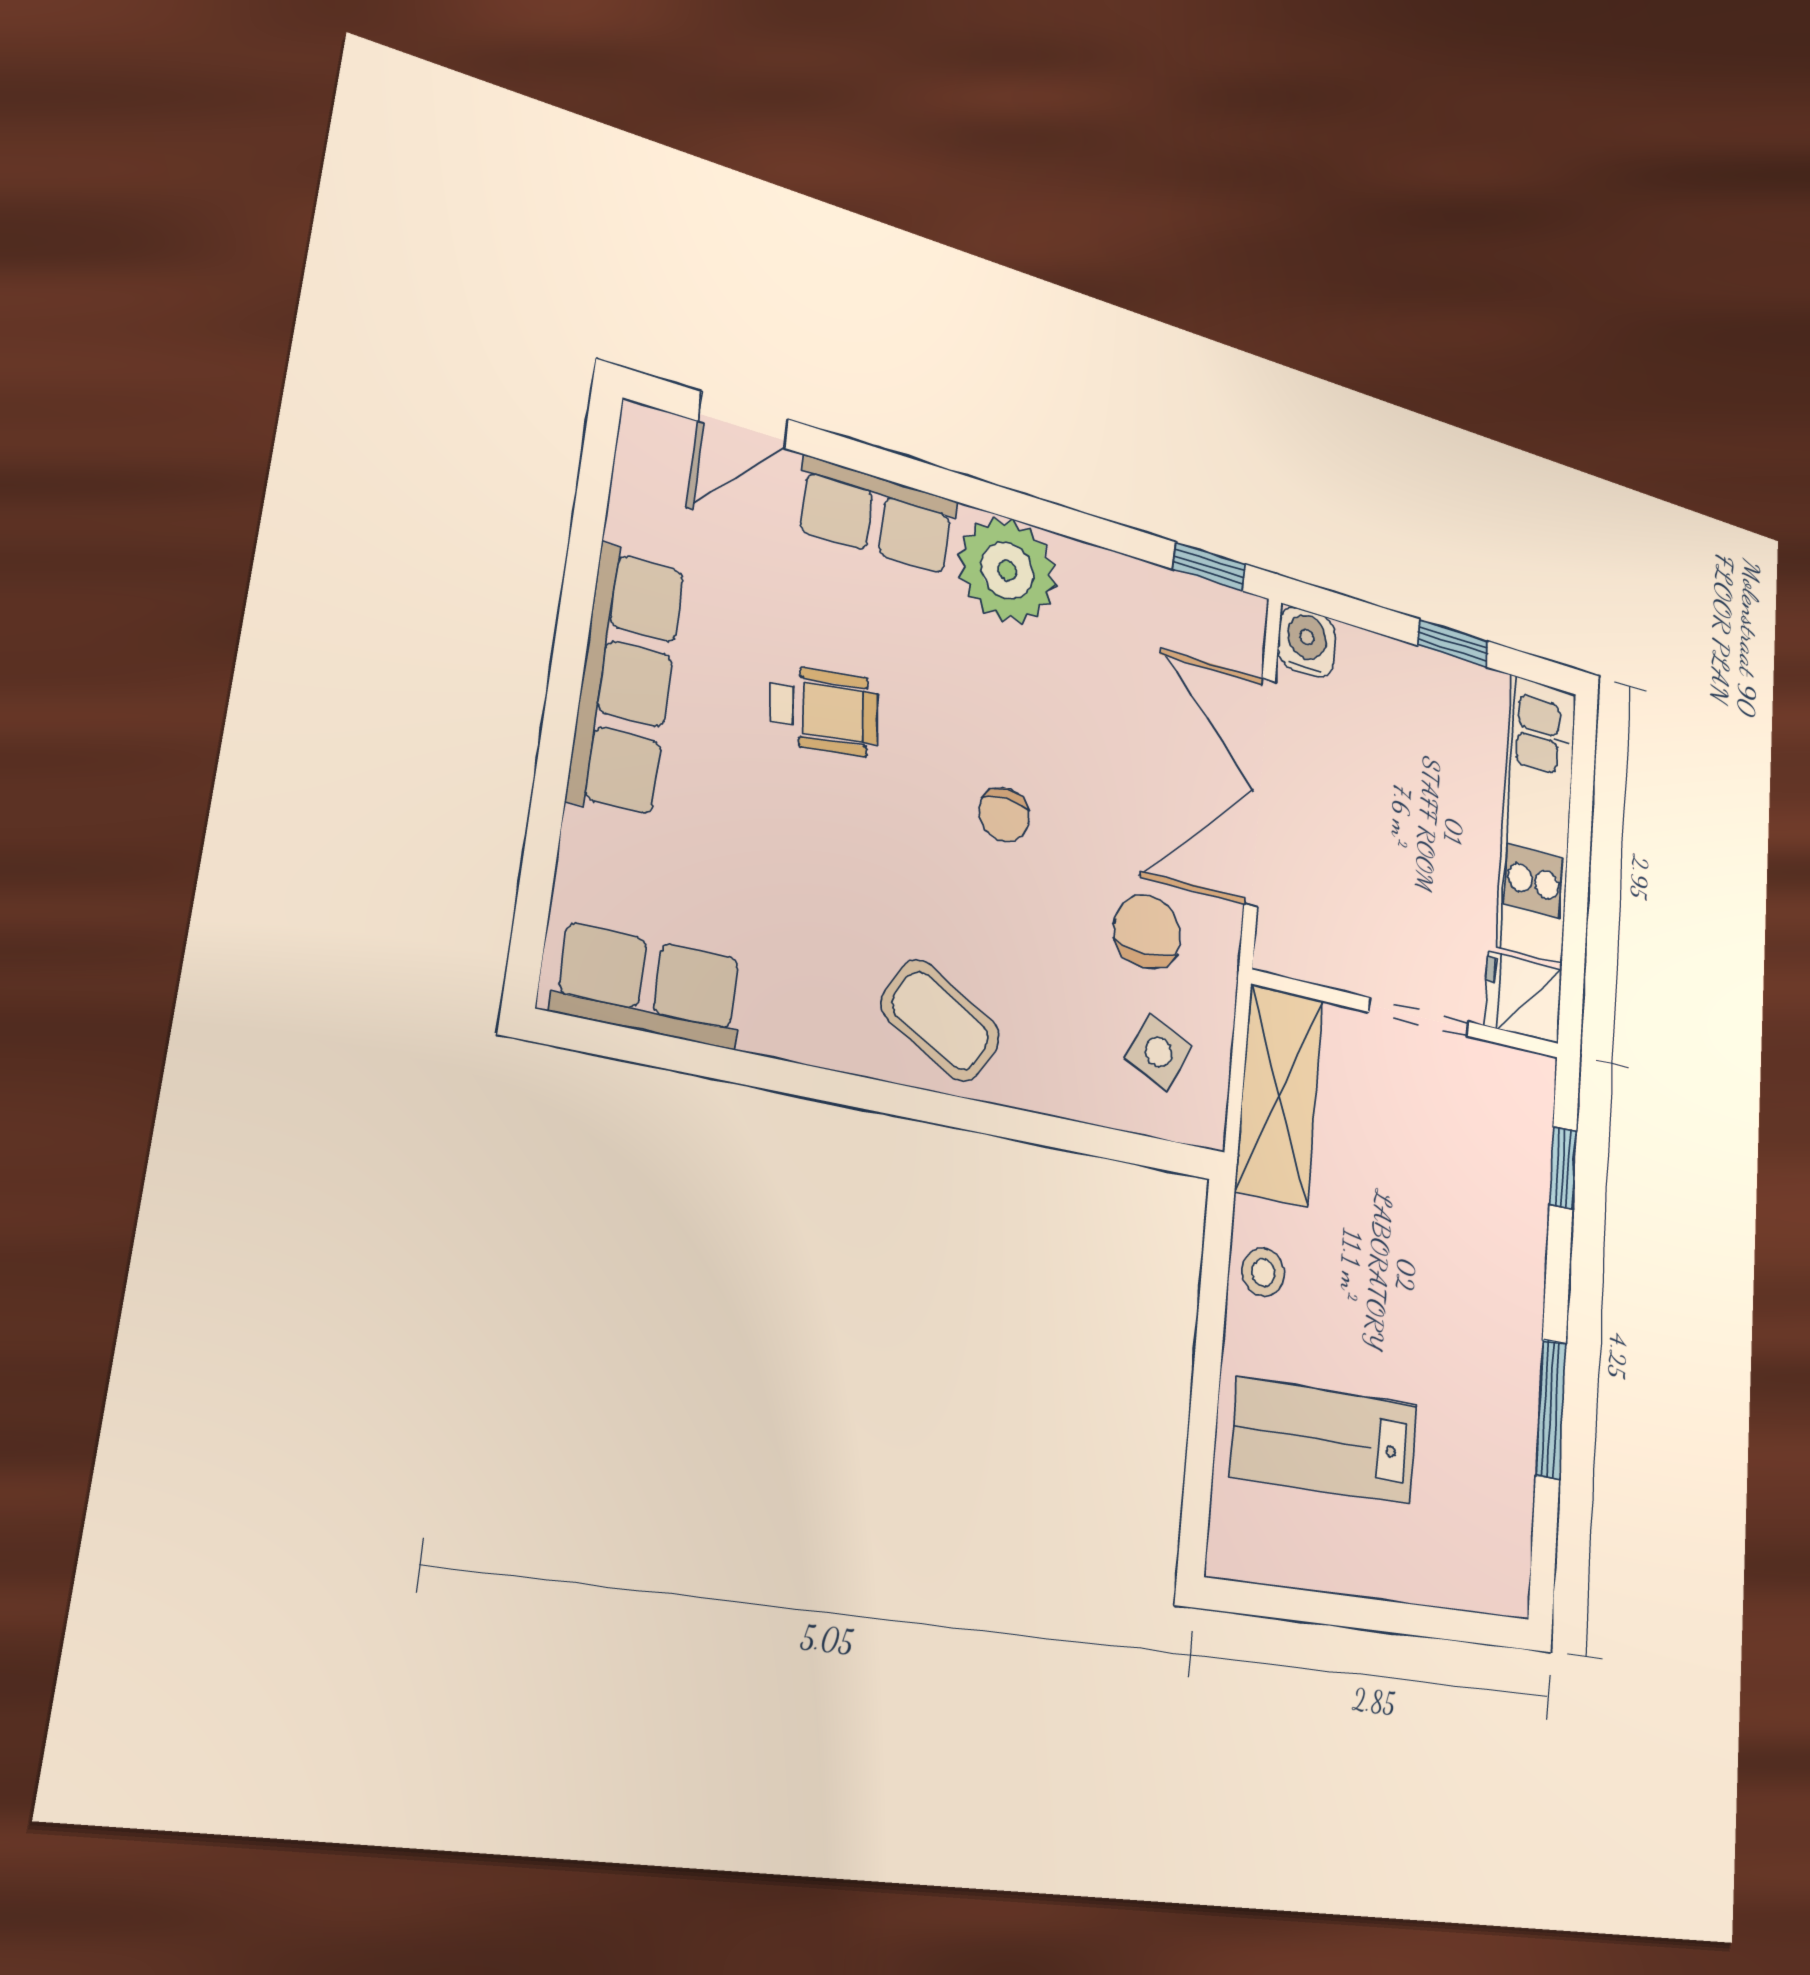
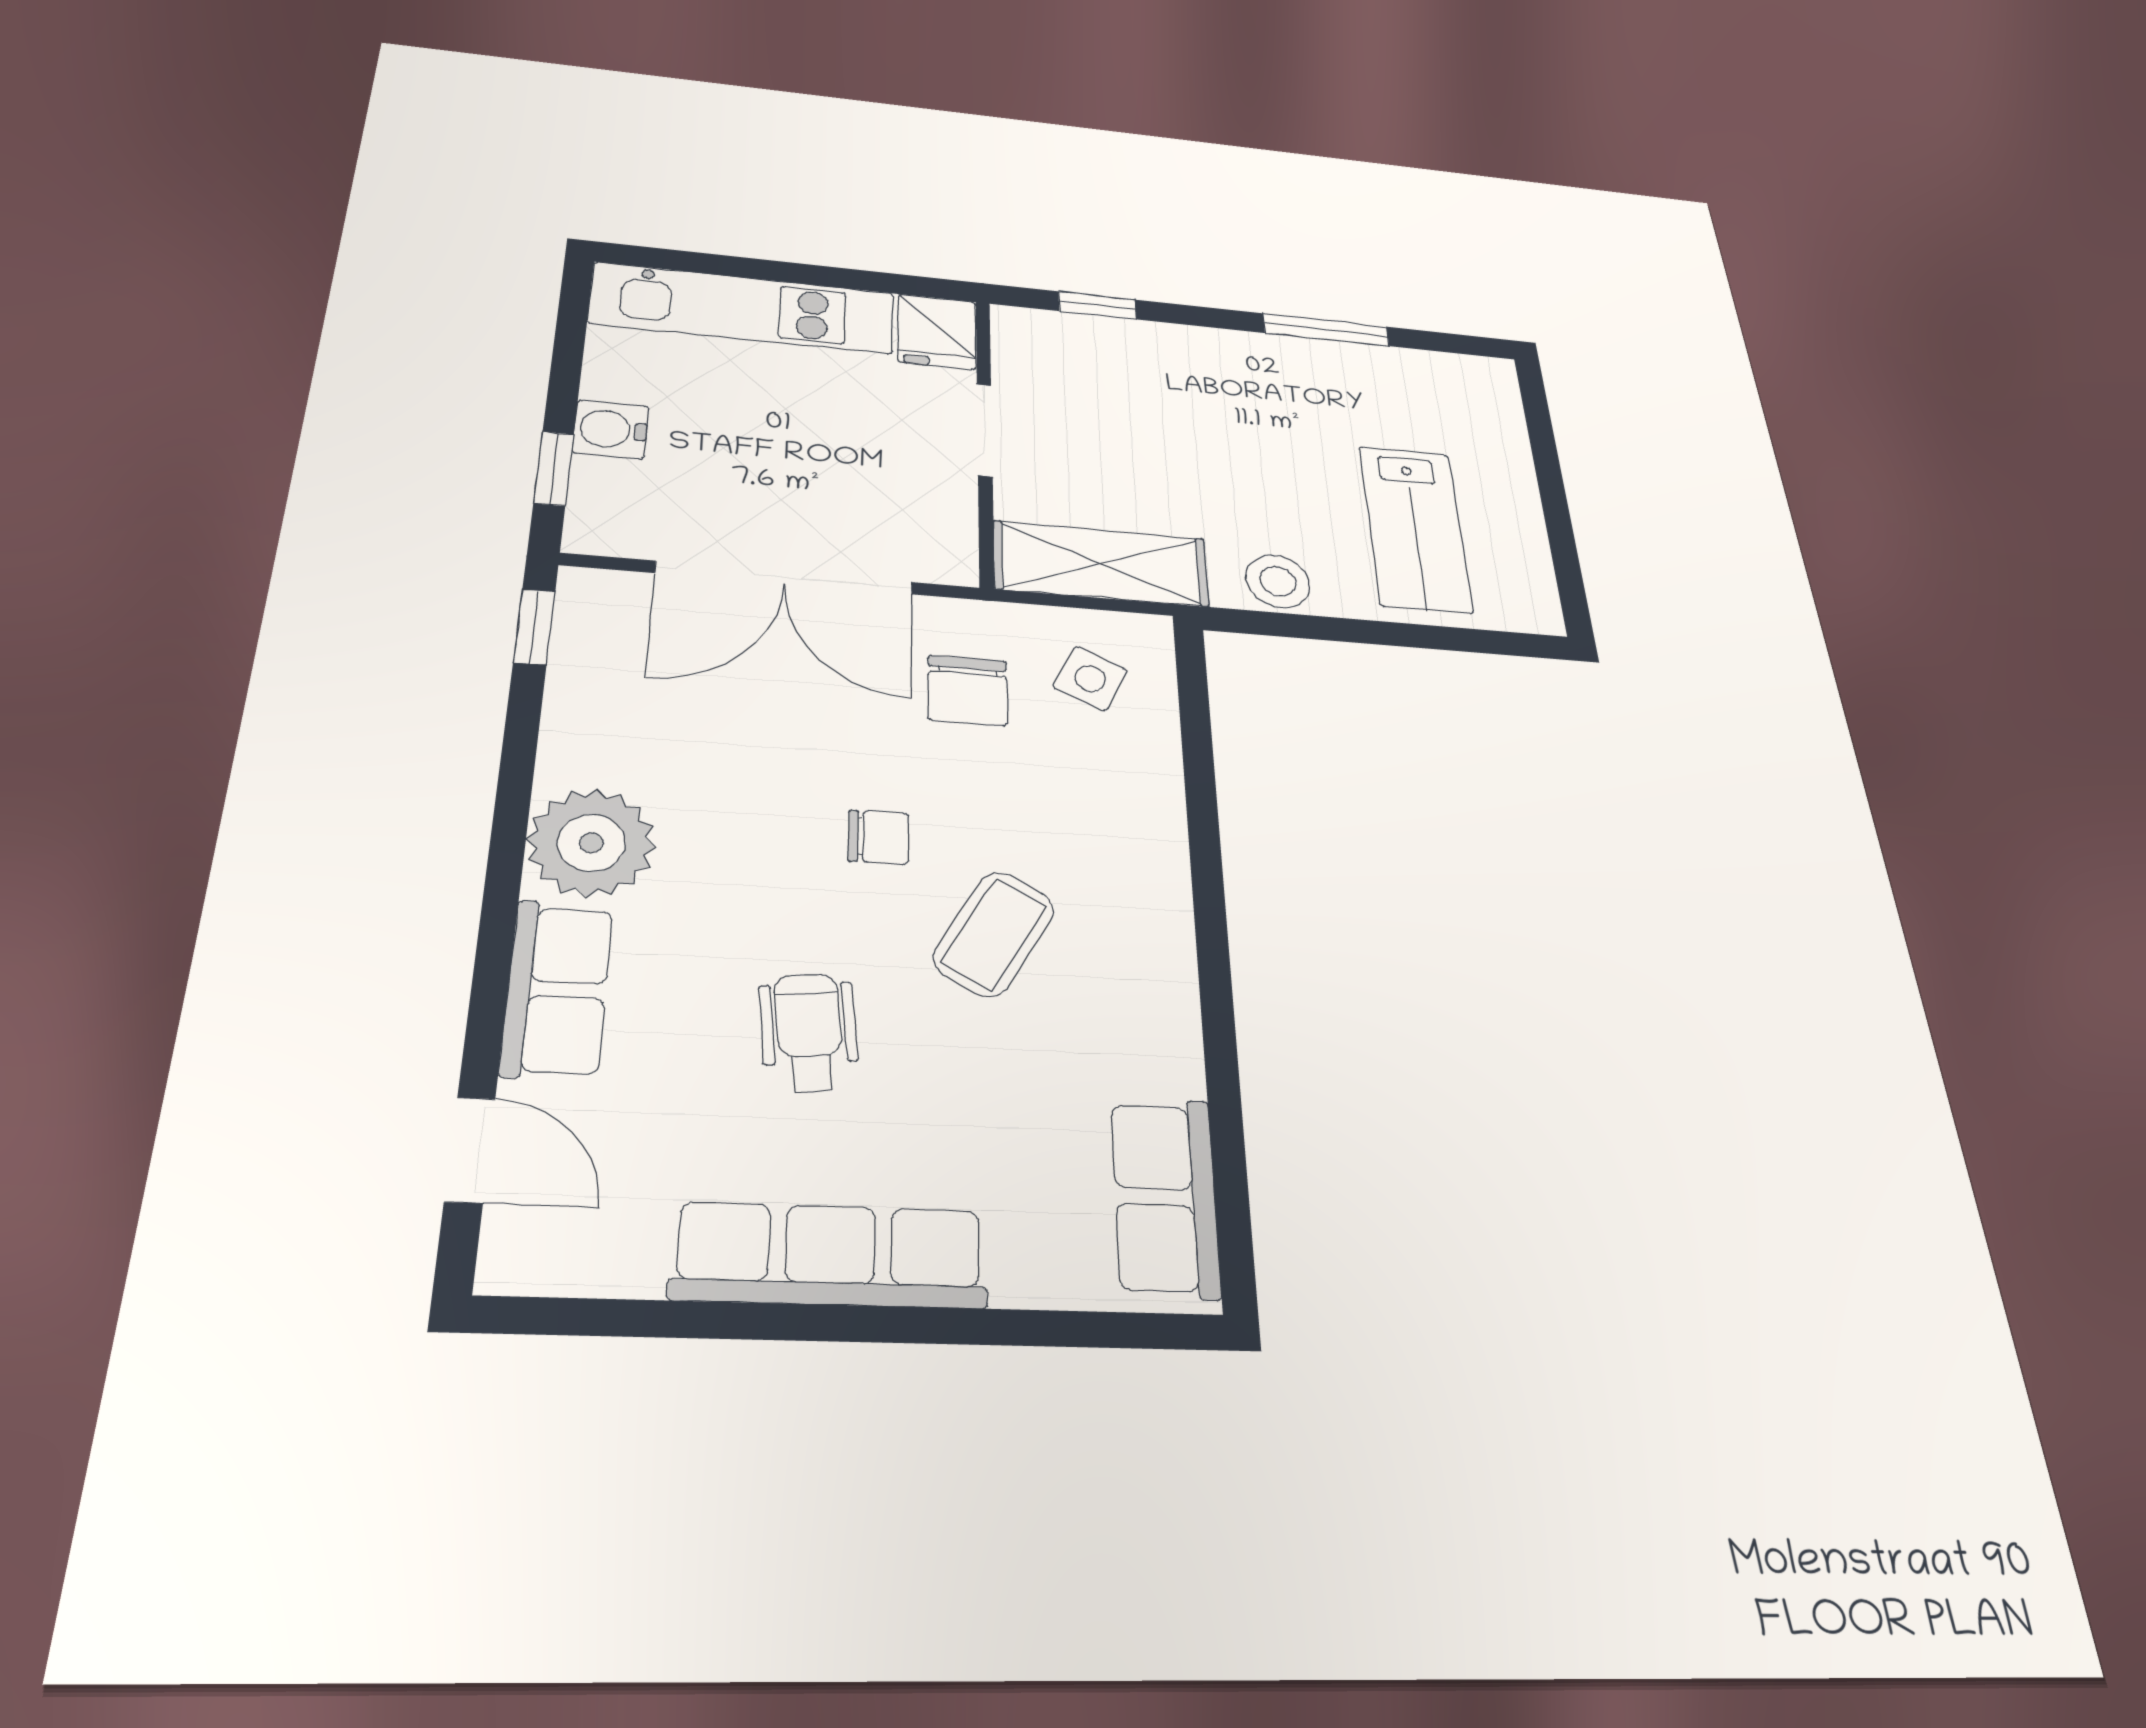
water cooler: (1307, 642) -> (611, 429), moved
window: (1453, 643) -> (554, 468), moved
chair: (1147, 931) -> (967, 690), turned -90
coffee table: (940, 1021) -> (994, 934), moved
stool: (1263, 1272) -> (1278, 581), width x1.37, depth x1.37

